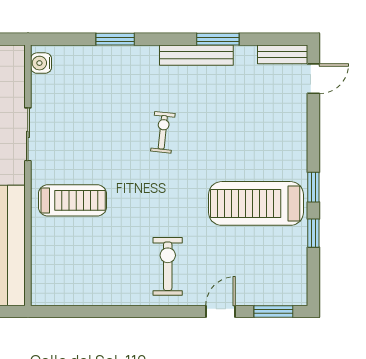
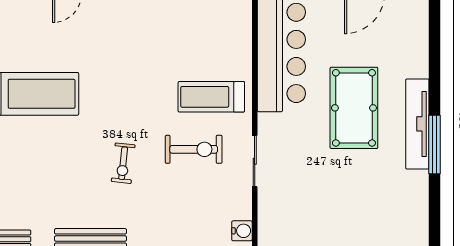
exercise bike: (168, 266) -> (194, 149), moved, turned -90

